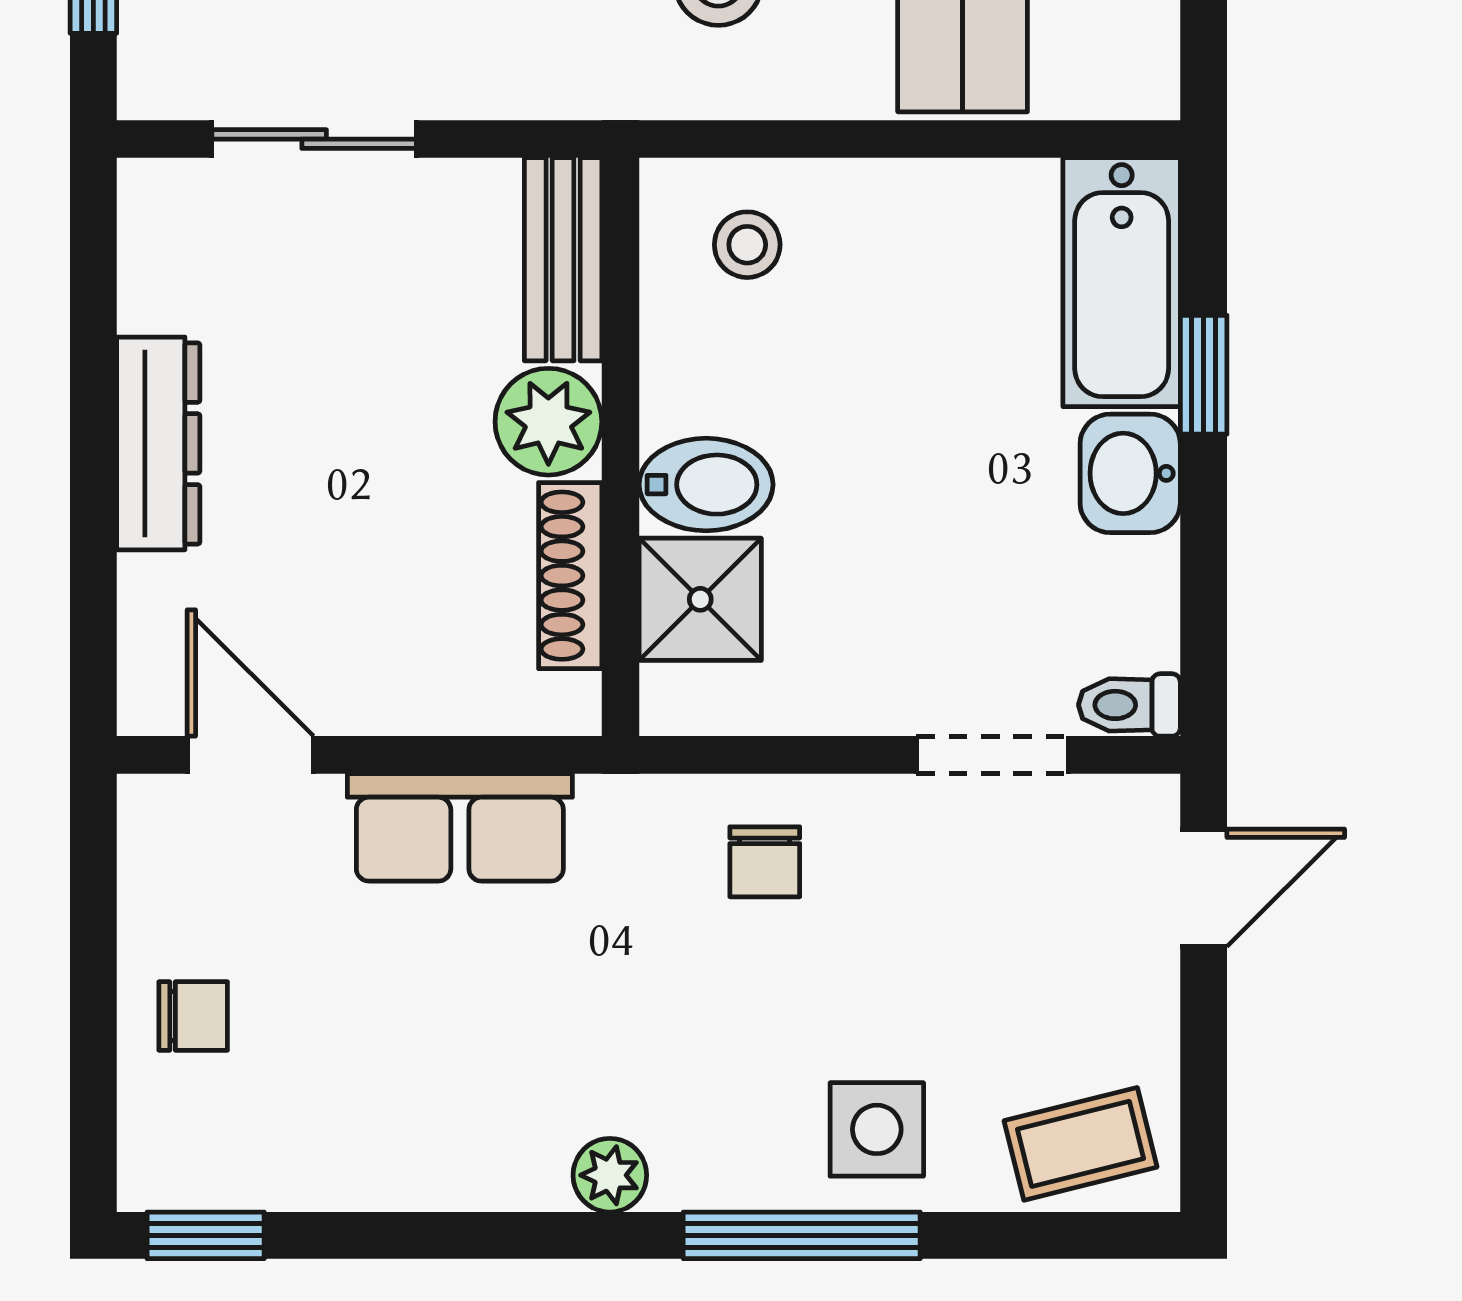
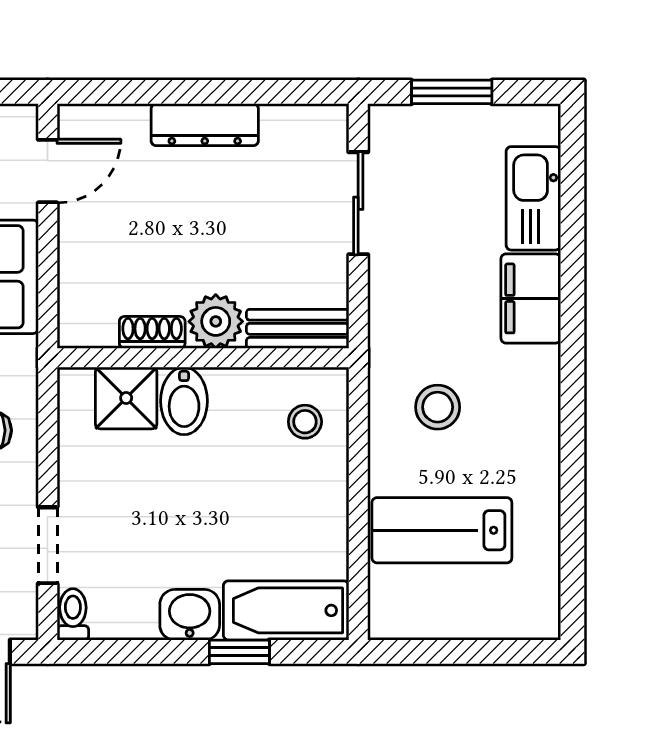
shoe rack: (570, 576) -> (152, 332), width x0.70

